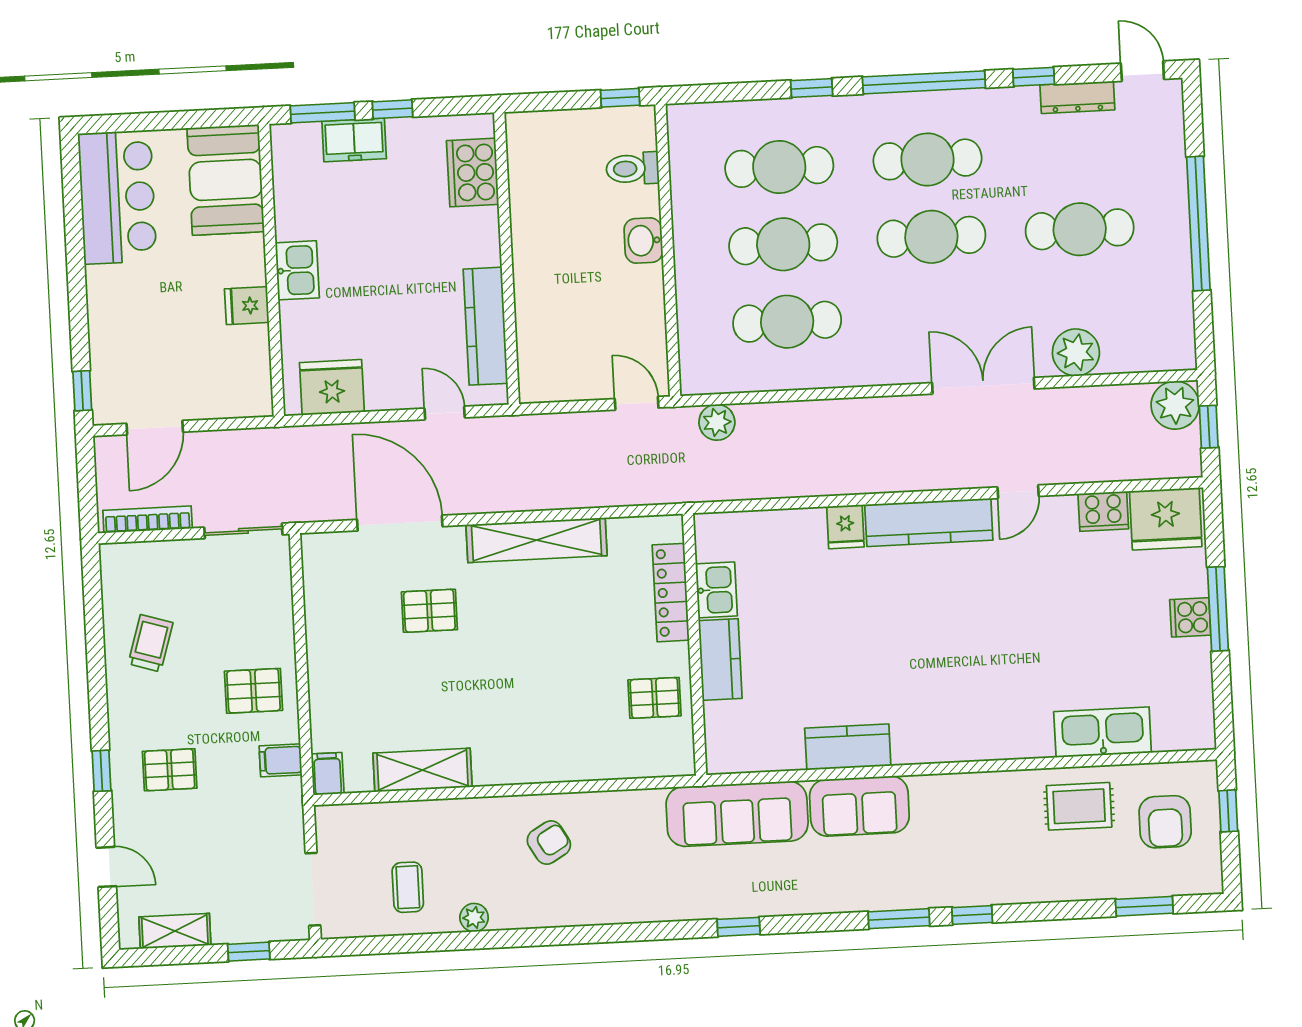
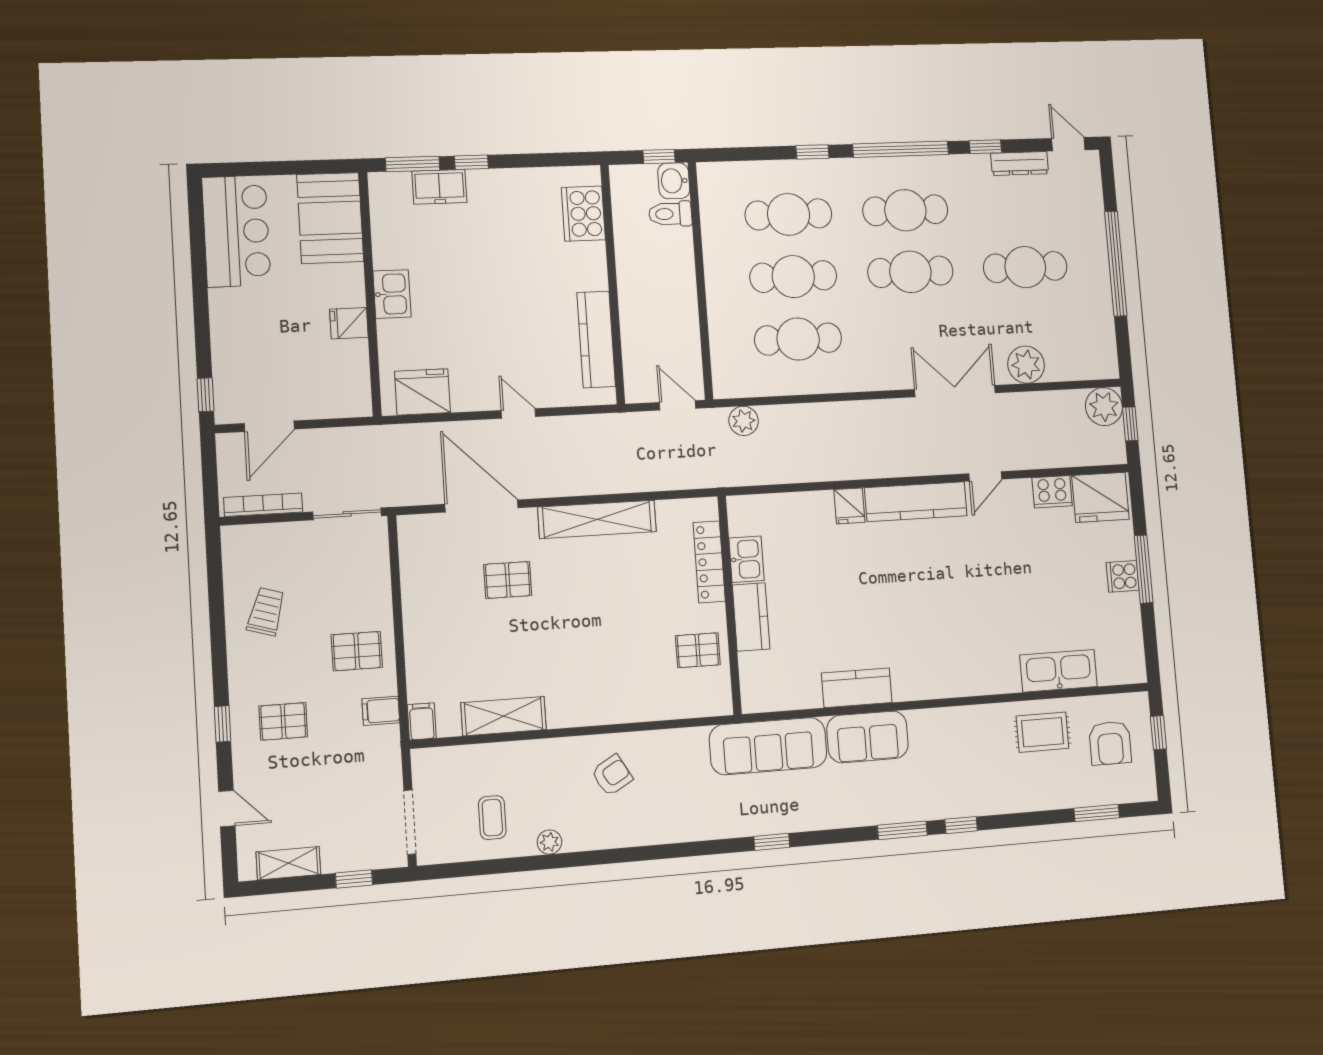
cooker: (473, 173) -> (583, 214), moved
washbasin: (643, 241) -> (674, 181), moved
wall: (507, 258) -> (613, 284), moved
kitchen counter: (485, 326) -> (596, 339), moved

